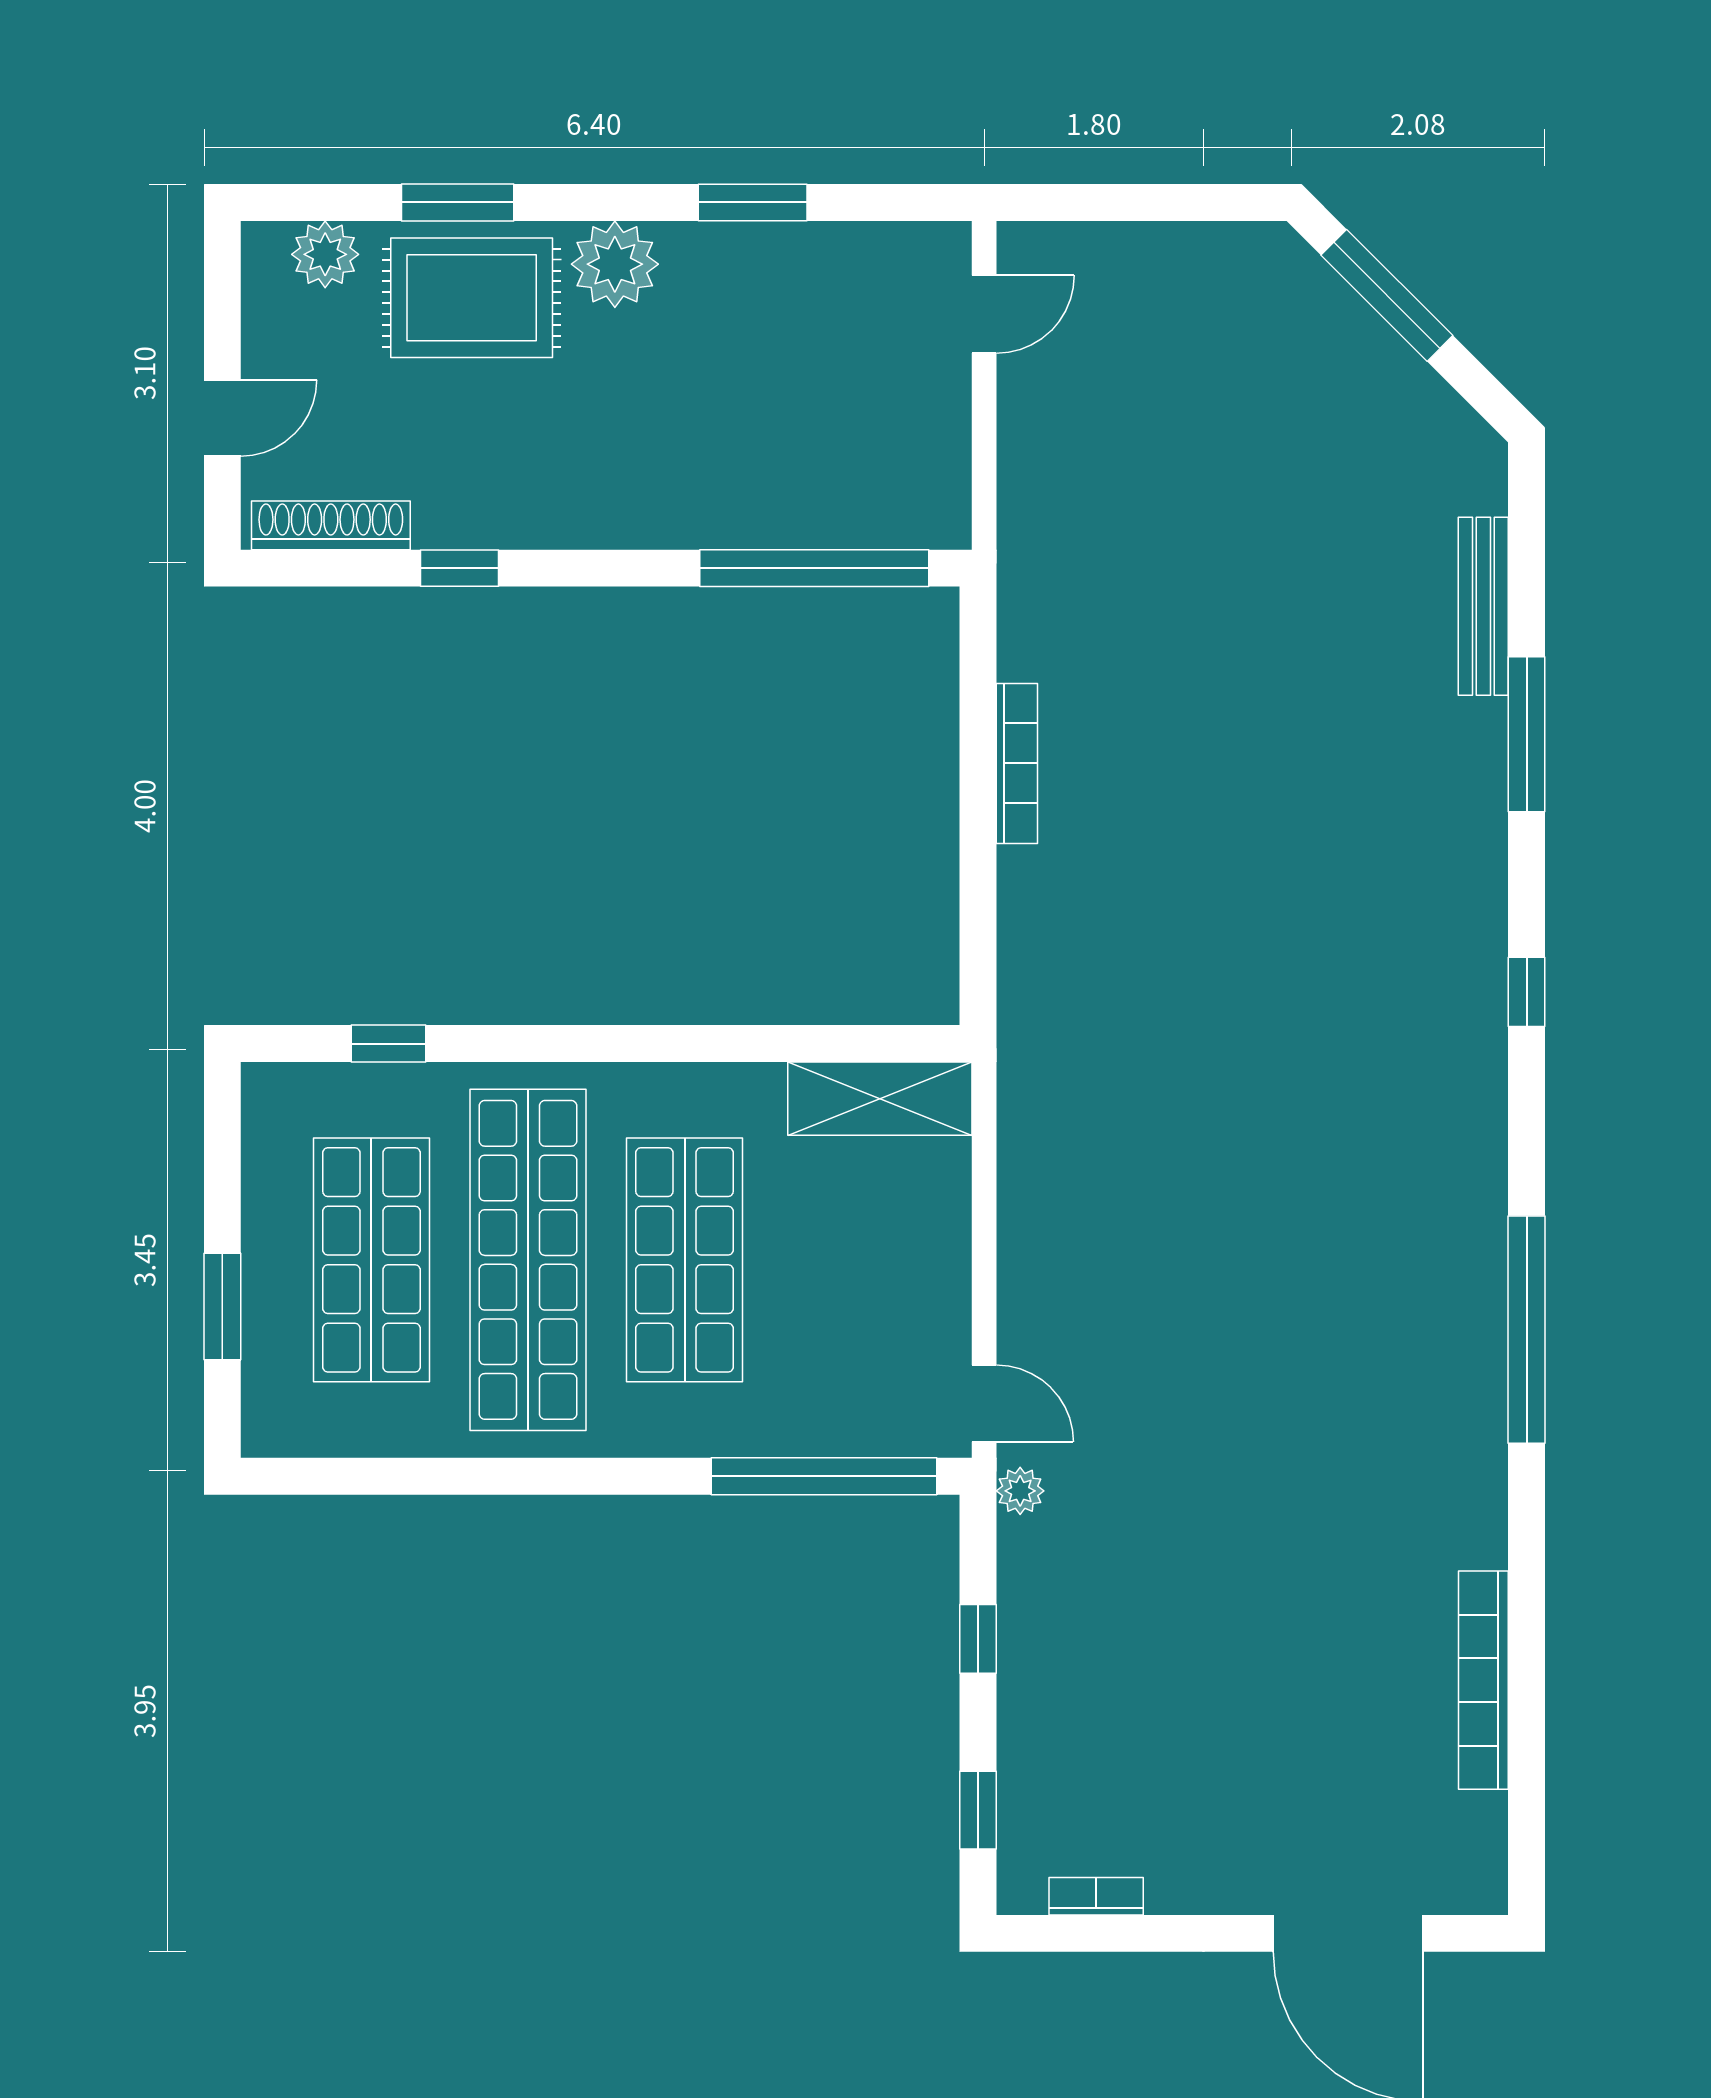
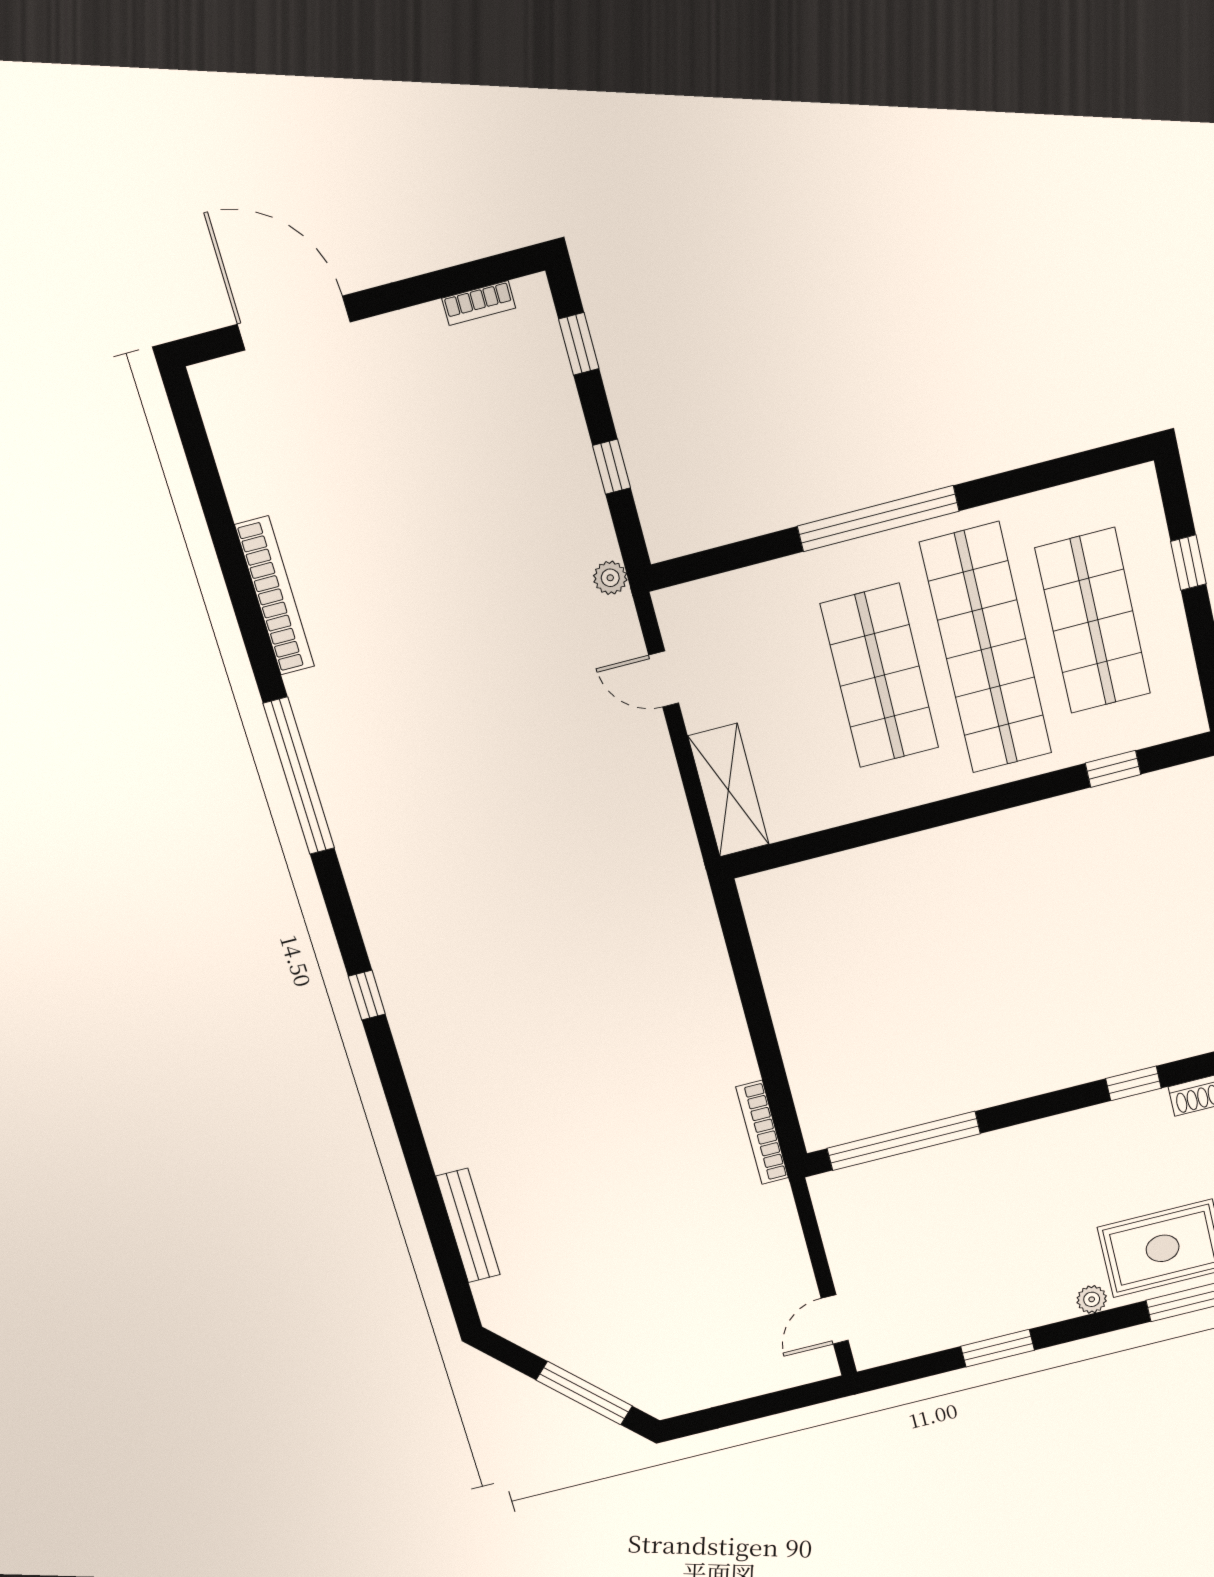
plant: (615, 264) -> (1092, 1299), width x0.53, depth x0.53
window: (1527, 734) -> (416, 1155), removed
bookcase: (1017, 763) -> (762, 1132), moved
shelving: (880, 1099) -> (728, 790), moved, turned 90
window: (222, 1306) -> (1188, 563), width x0.67
door: (984, 1403) -> (664, 679), moved
window: (824, 1476) -> (878, 519), moved
bookcase: (1483, 1680) -> (275, 596), moved

